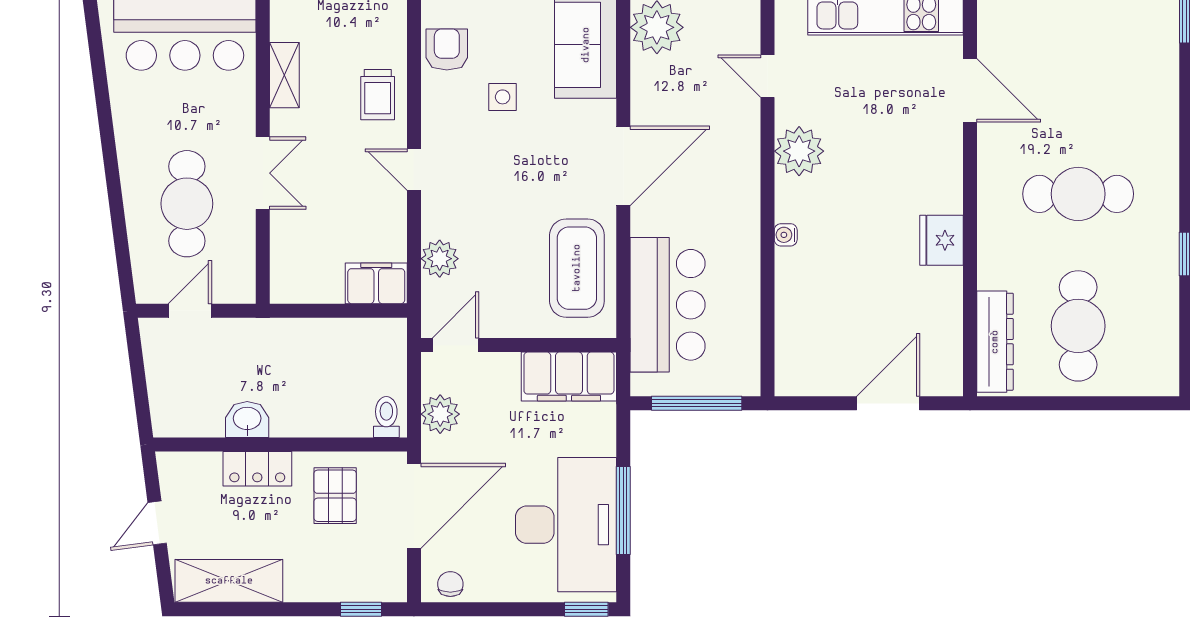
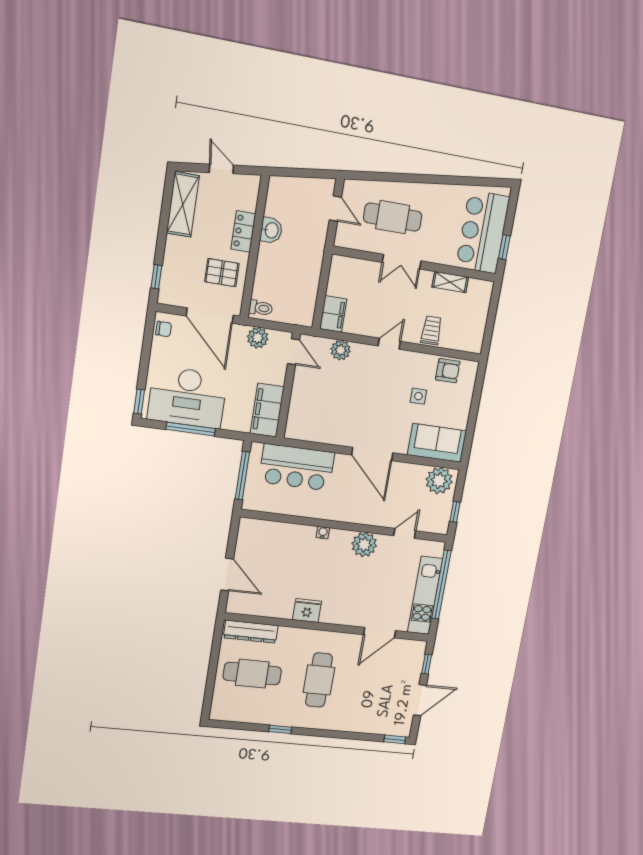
trolley: (378, 95) -> (431, 330), turned 90
coffee table: (577, 268) -> (324, 422), removed

